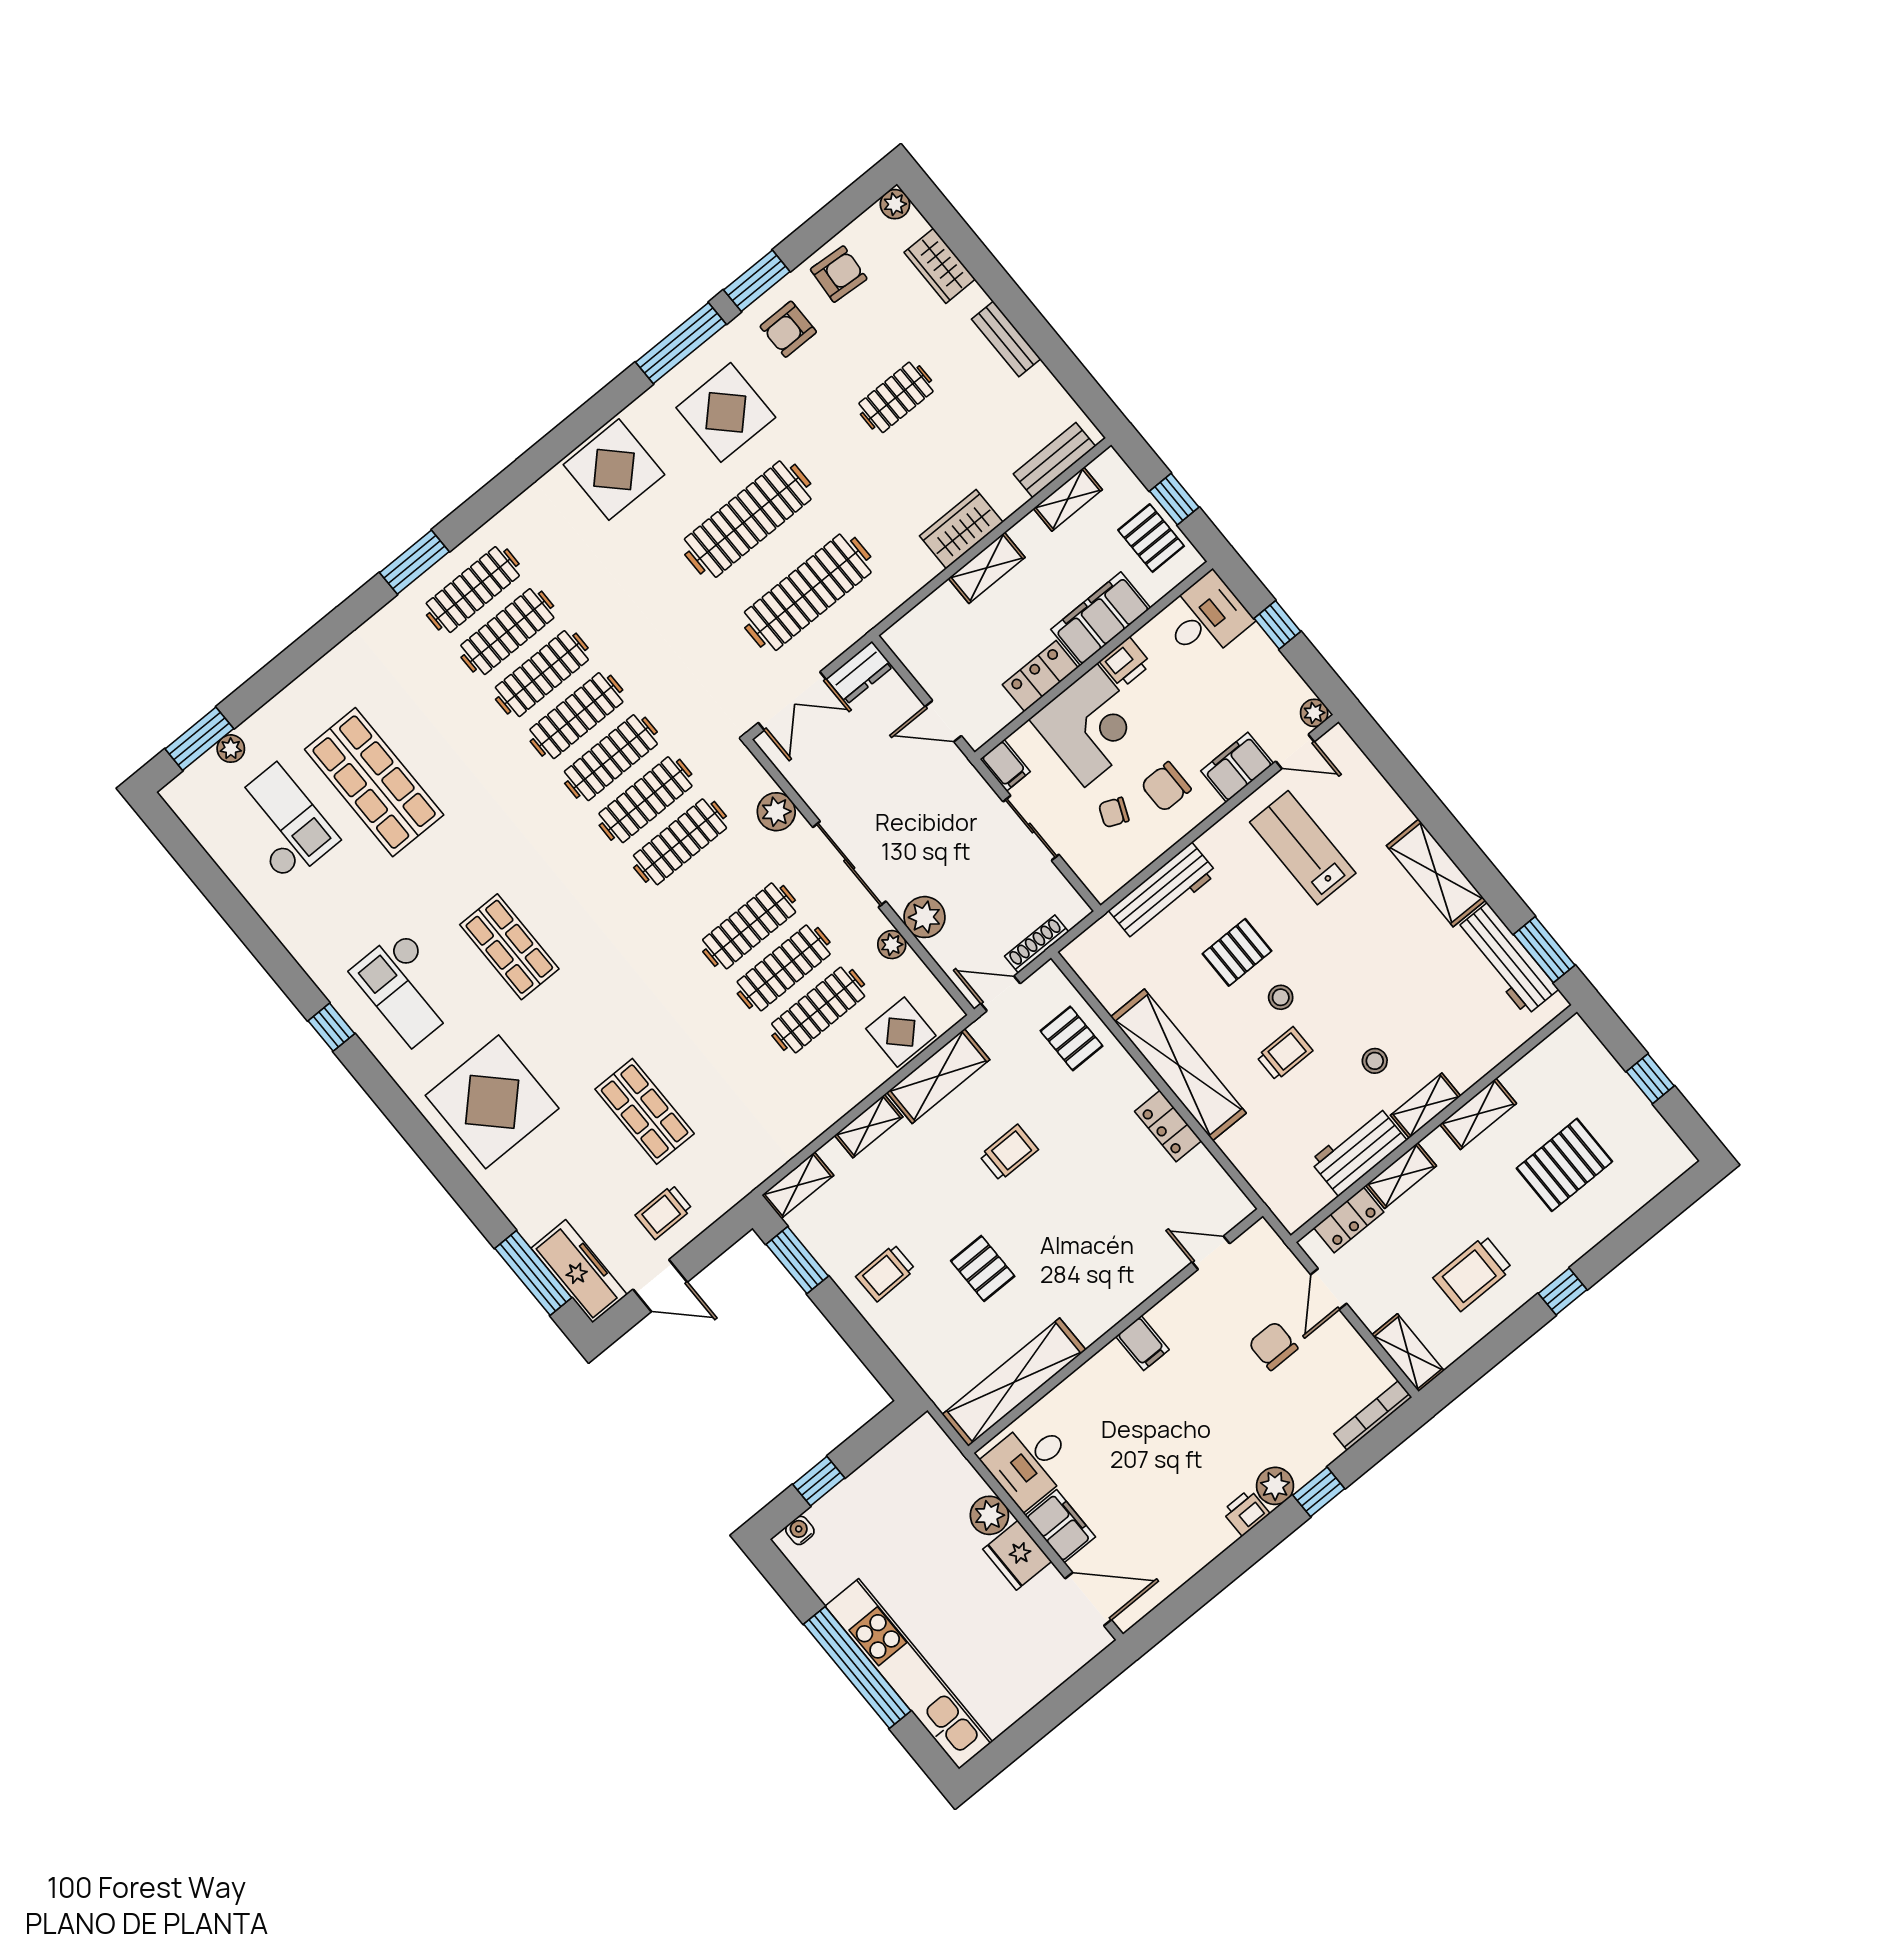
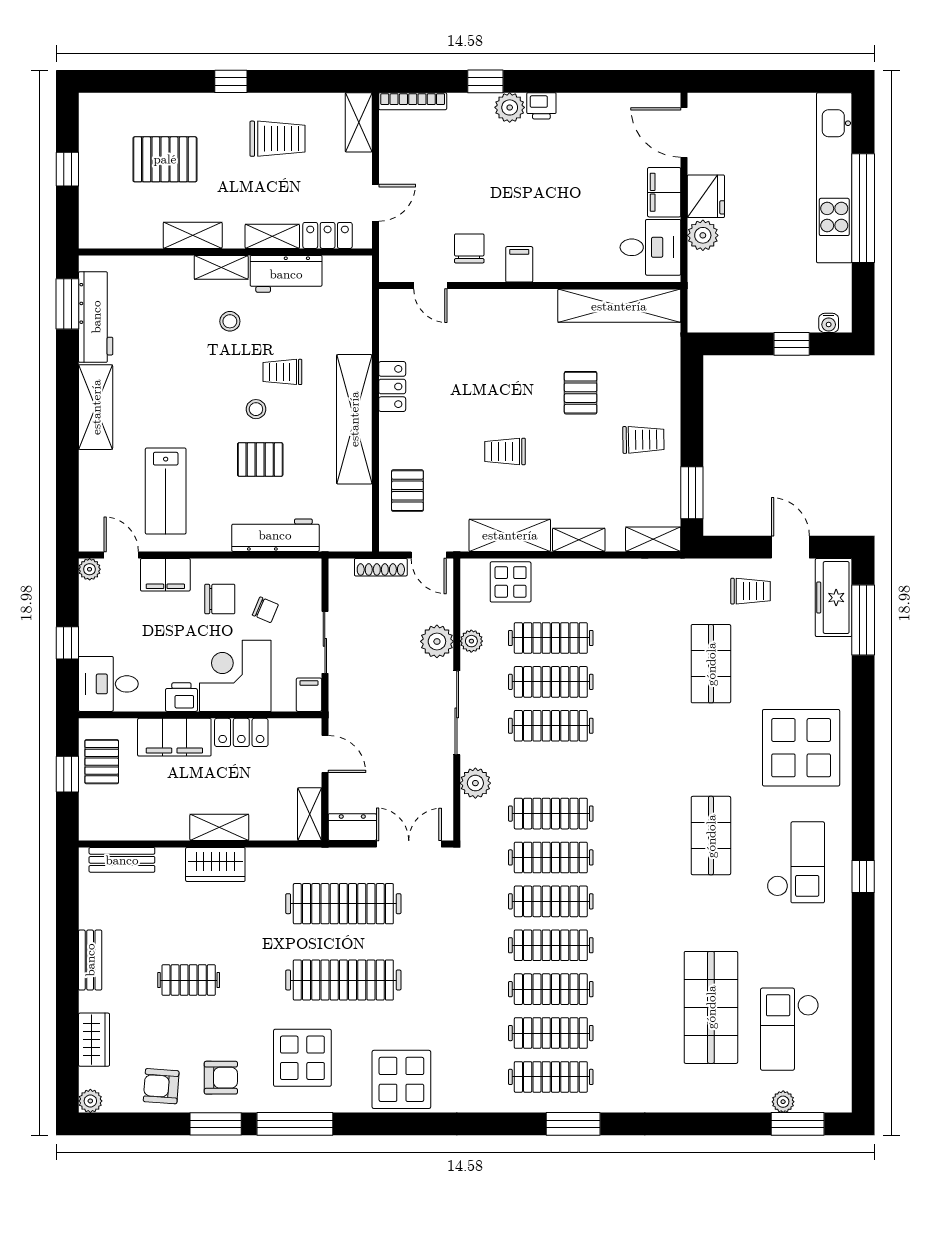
shelving: (1068, 499) -> (310, 814), moved, turned 90
chair: (1273, 1346) -> (469, 248), moved, turned 180

